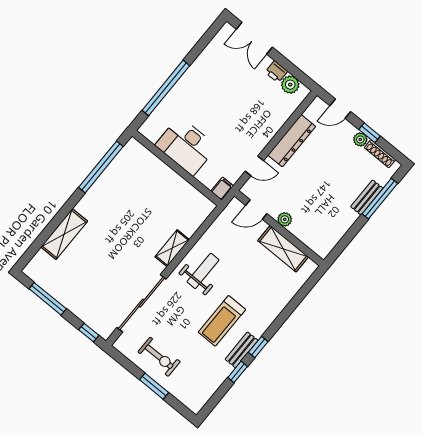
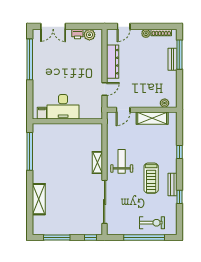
window: (166, 88) -> (30, 59), moved
window: (370, 133) -> (148, 26), removed
filing cabinet: (222, 189) -> (42, 113), moved
plant: (285, 219) -> (165, 103), moved
window: (258, 347) -> (179, 152), moved
exercise bike: (159, 357) -> (152, 223), moved
window: (154, 386) -> (144, 238), width x2.11

